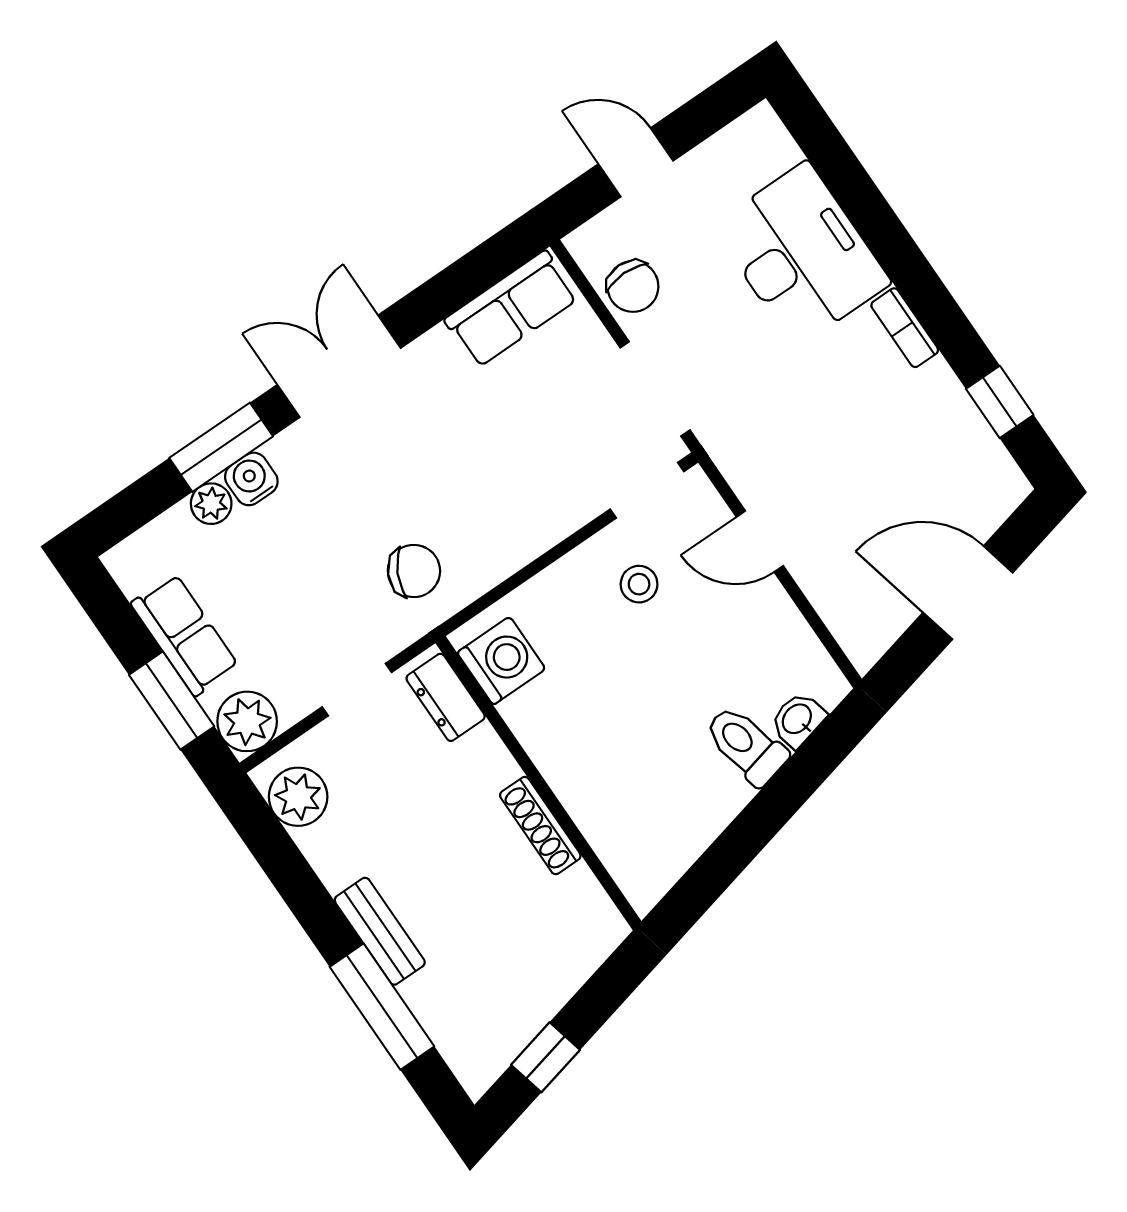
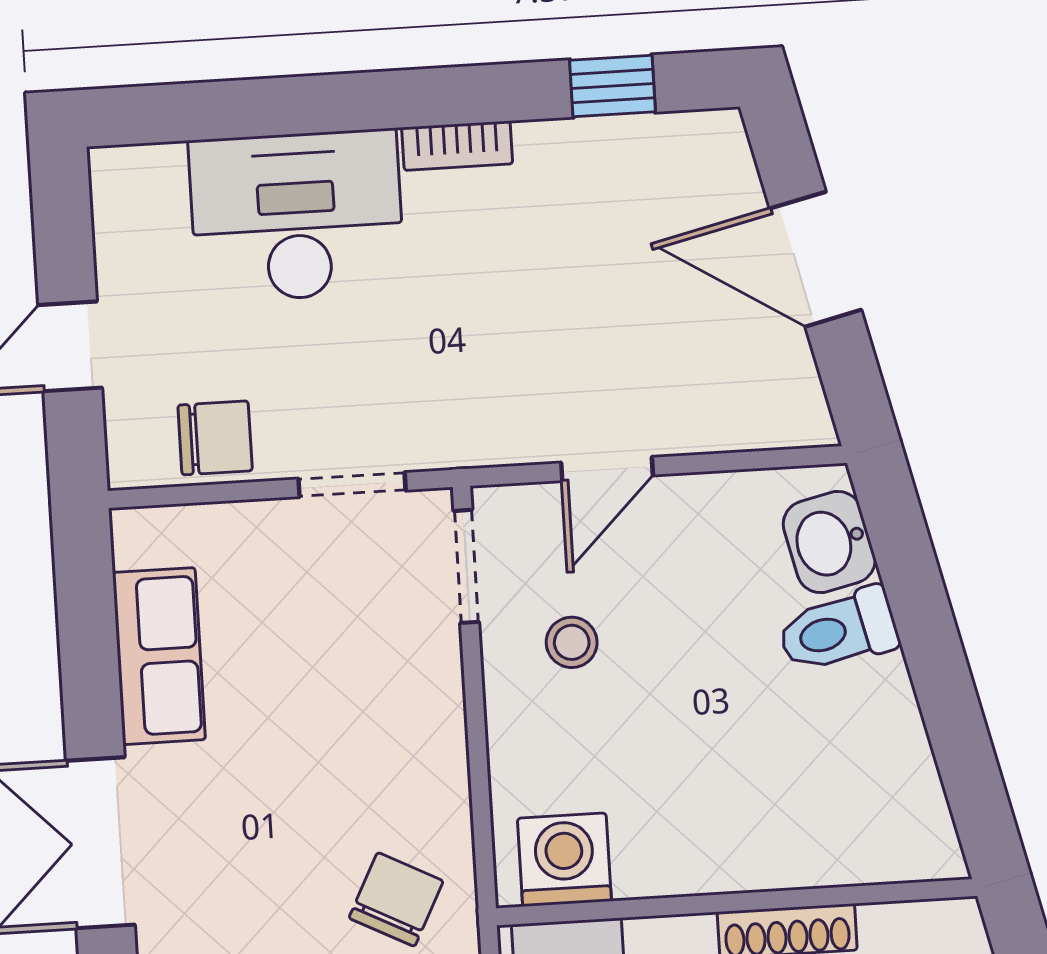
row of seats: (511, 309) -> (159, 656), moved
doorway: (655, 389) -> (352, 485), width x0.73
door: (968, 593) -> (816, 259), hinge flipped
washbasin: (798, 720) -> (829, 542), width x1.38, depth x1.45

